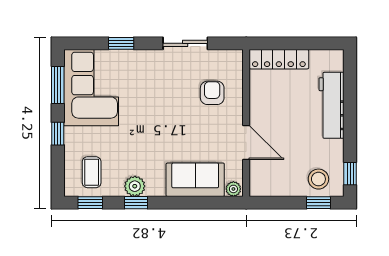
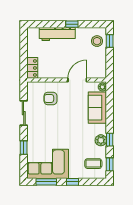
locker: (279, 59) -> (32, 68), width x0.66
window: (350, 174) -> (72, 24), moved

